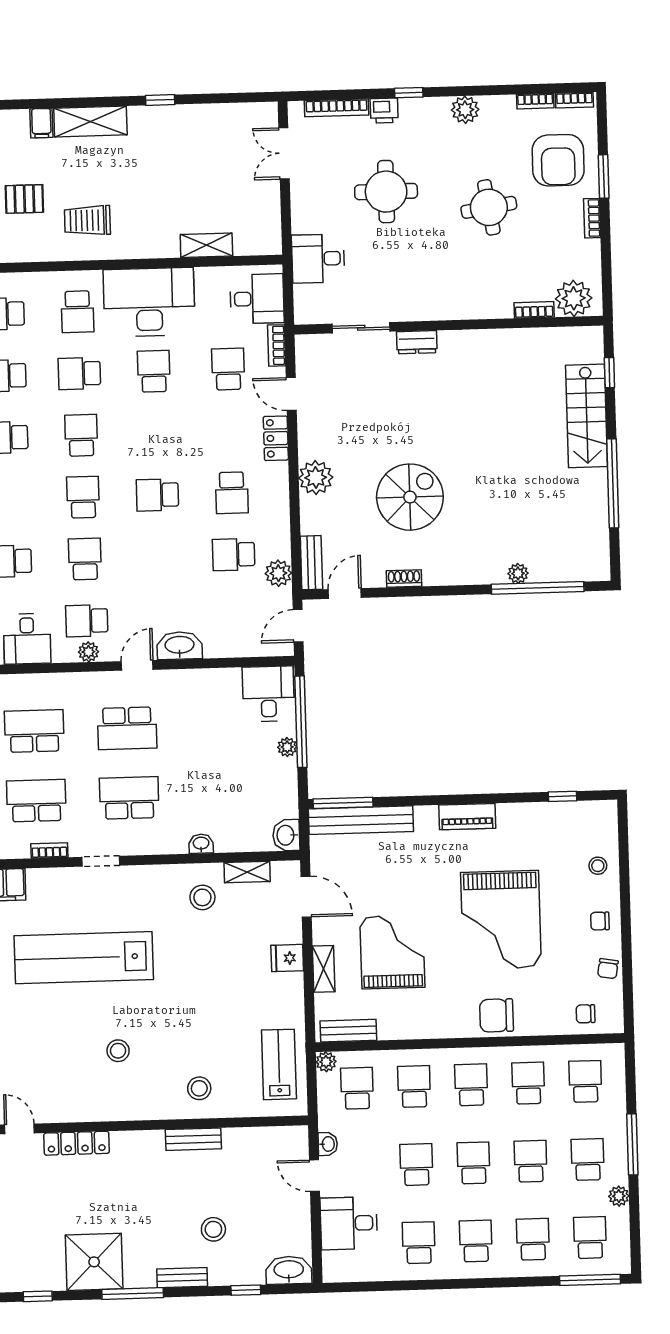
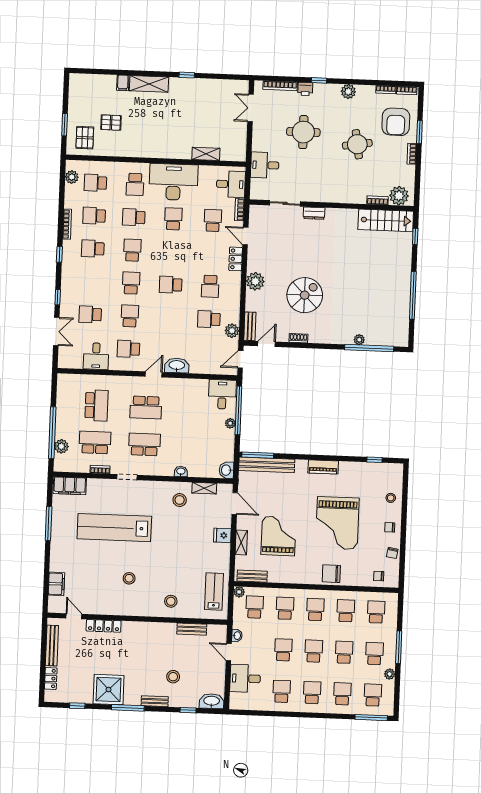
trolley: (87, 220) -> (144, 136), removed
stairs: (586, 416) -> (386, 220), moved, turned -90
plant: (88, 652) -> (128, 365), removed
school desk: (34, 731) -> (96, 405), turned 90
bench: (193, 1139) -> (192, 629), moved

